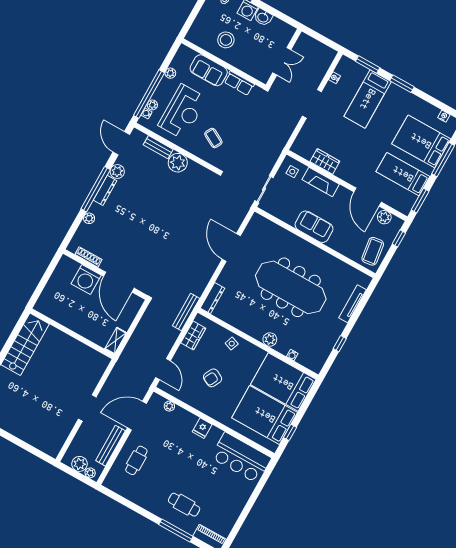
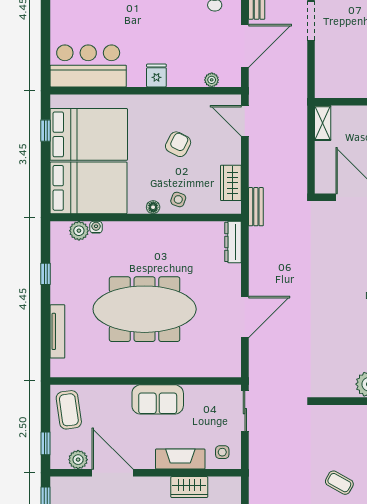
coffee table: (213, 138) -> (339, 483), moved
door: (231, 248) -> (245, 317), hinge flipped
bench: (186, 312) -> (256, 207), width x0.73
plant: (270, 340) -> (79, 231), moved
floor lamp: (250, 348) -> (153, 207), added

